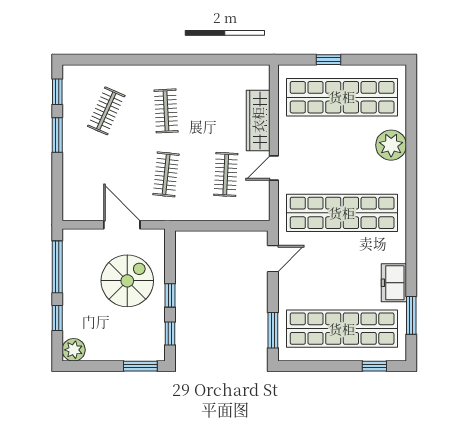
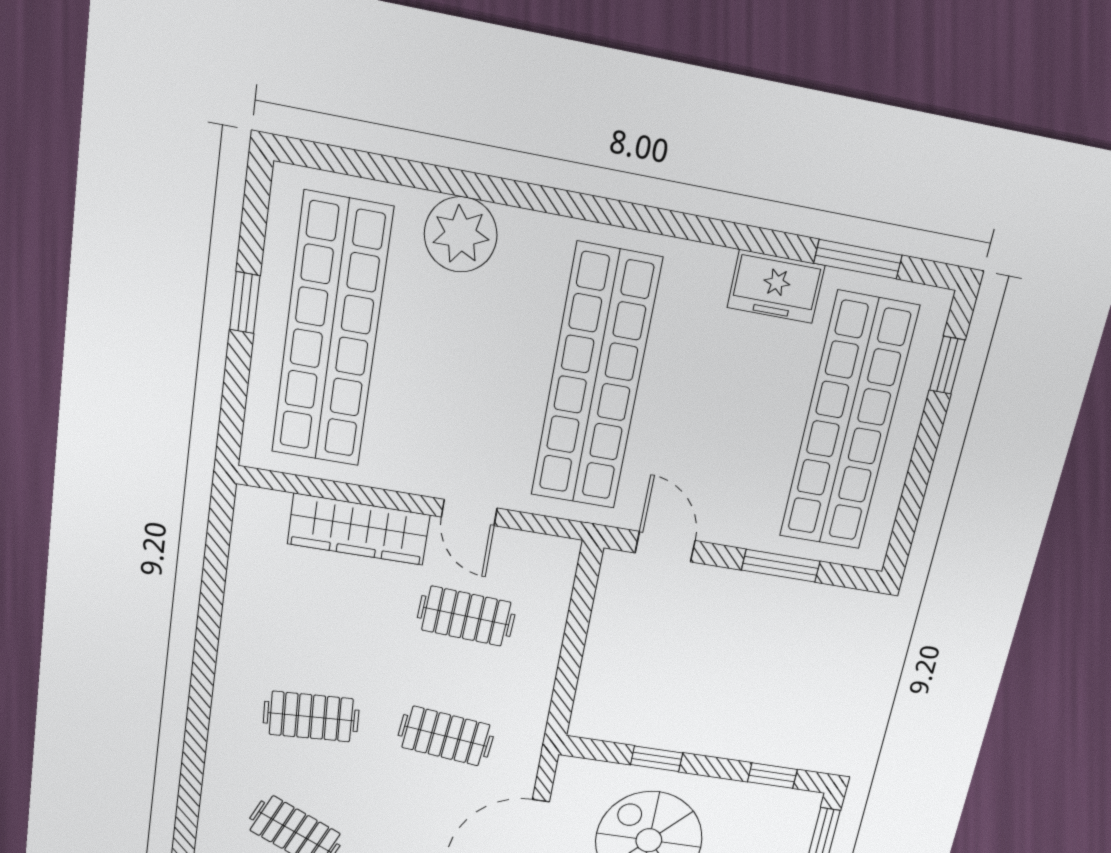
window: (328, 60) -> (245, 303), moved
window: (170, 295) -> (657, 759), moved
window: (273, 330) -> (781, 566), moved

